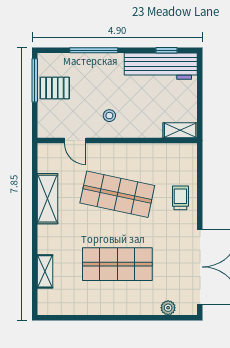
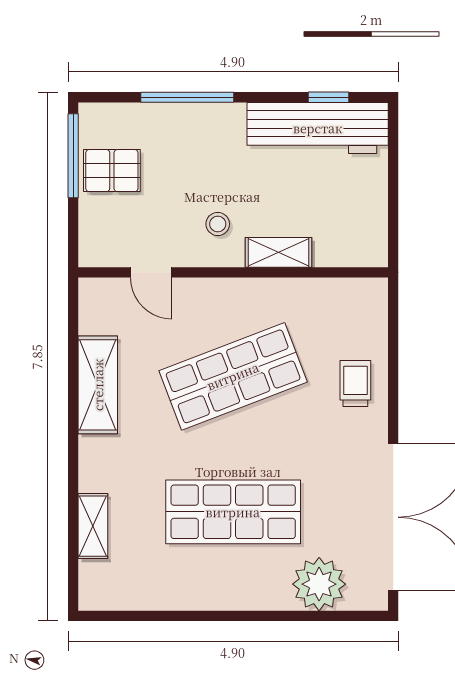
shelving: (180, 130) -> (278, 252), moved
shop shelf: (117, 194) -> (233, 376), turned -33
plant: (168, 308) -> (319, 584), width x1.87, depth x1.87

